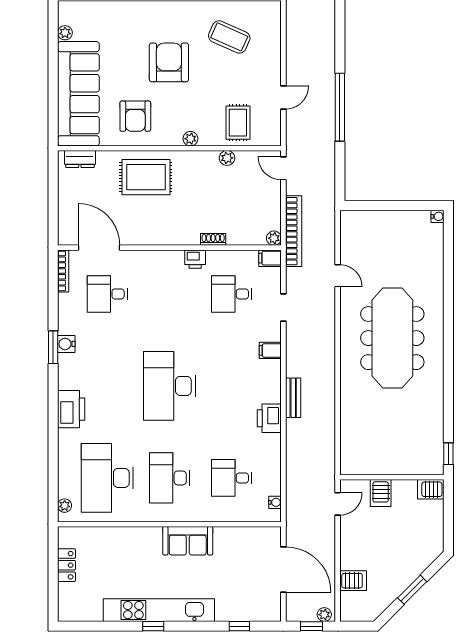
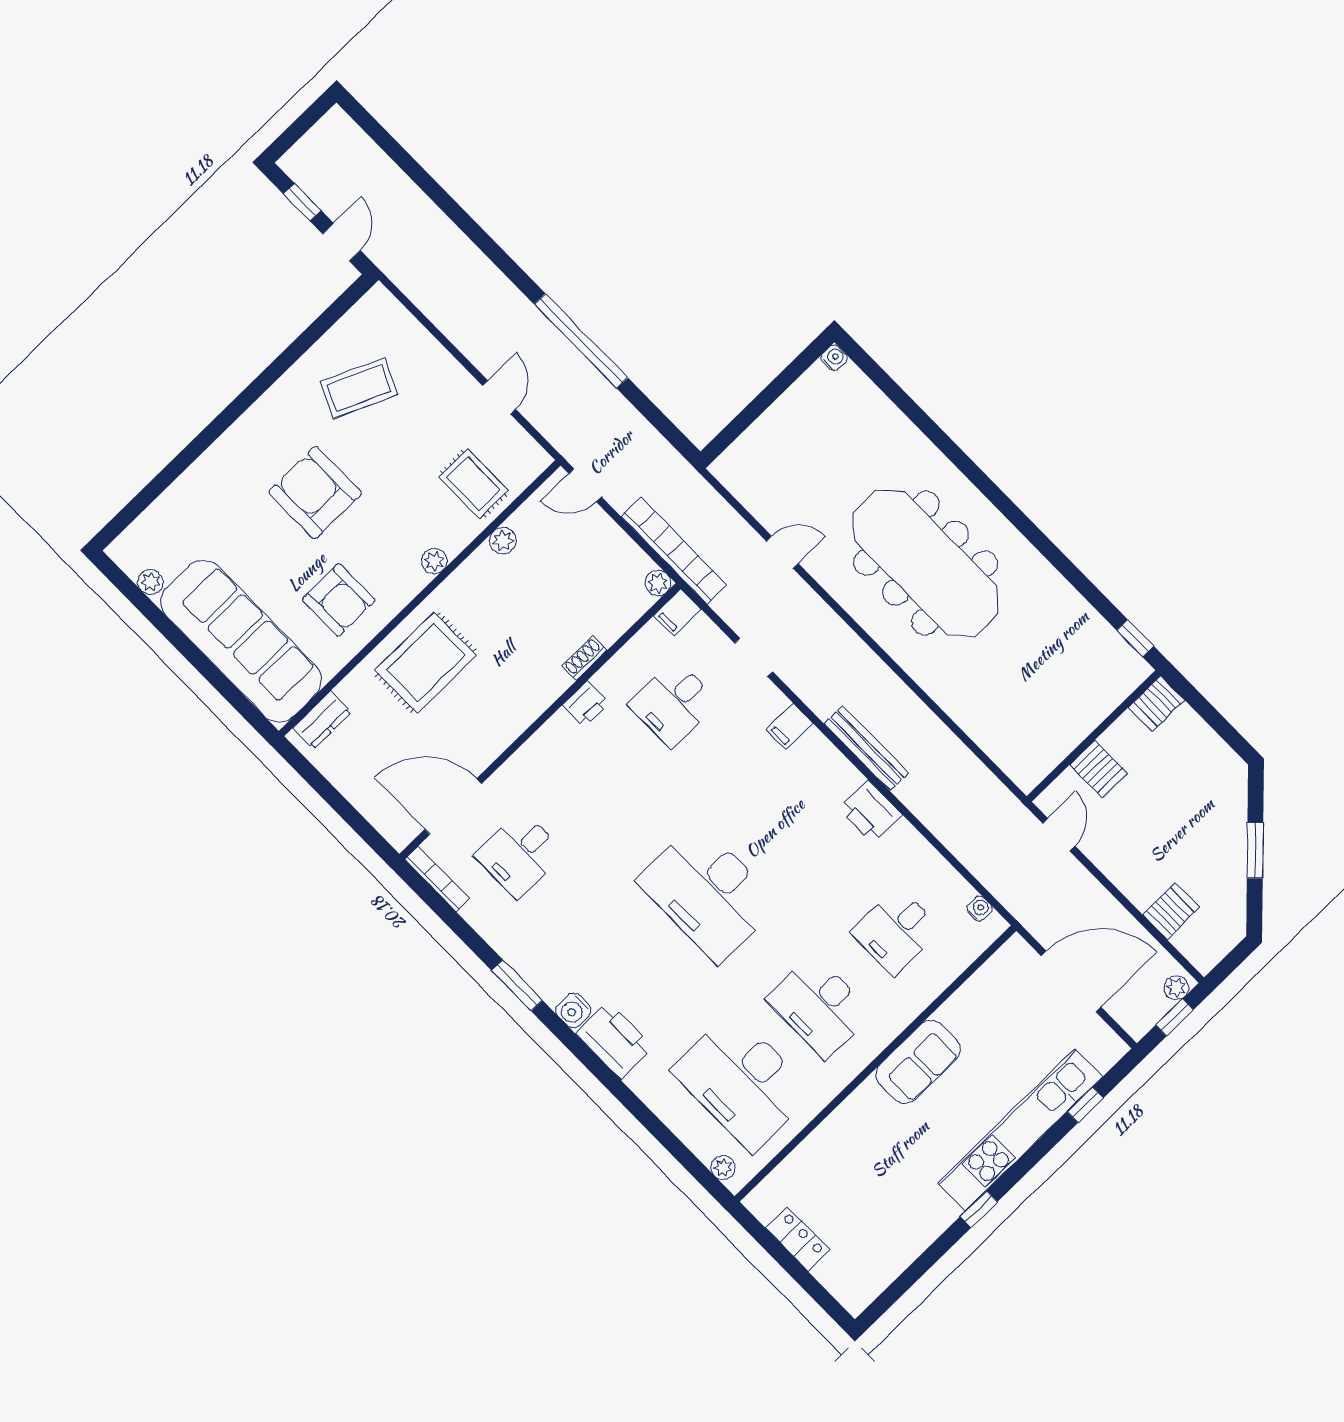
water cooler: (66, 344) -> (573, 1010), moved
bench: (293, 398) -> (866, 748), width x1.36
kitchen unit: (159, 610) -> (1020, 1130), moved

